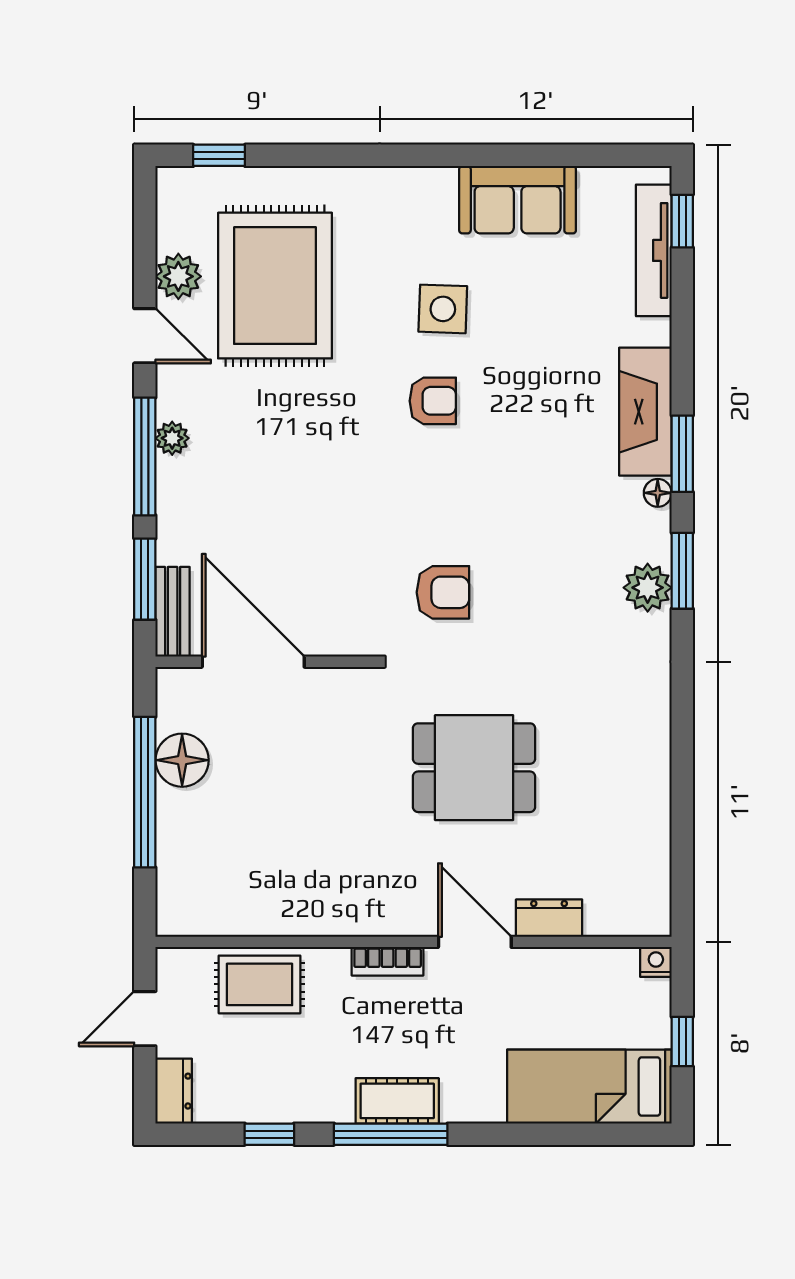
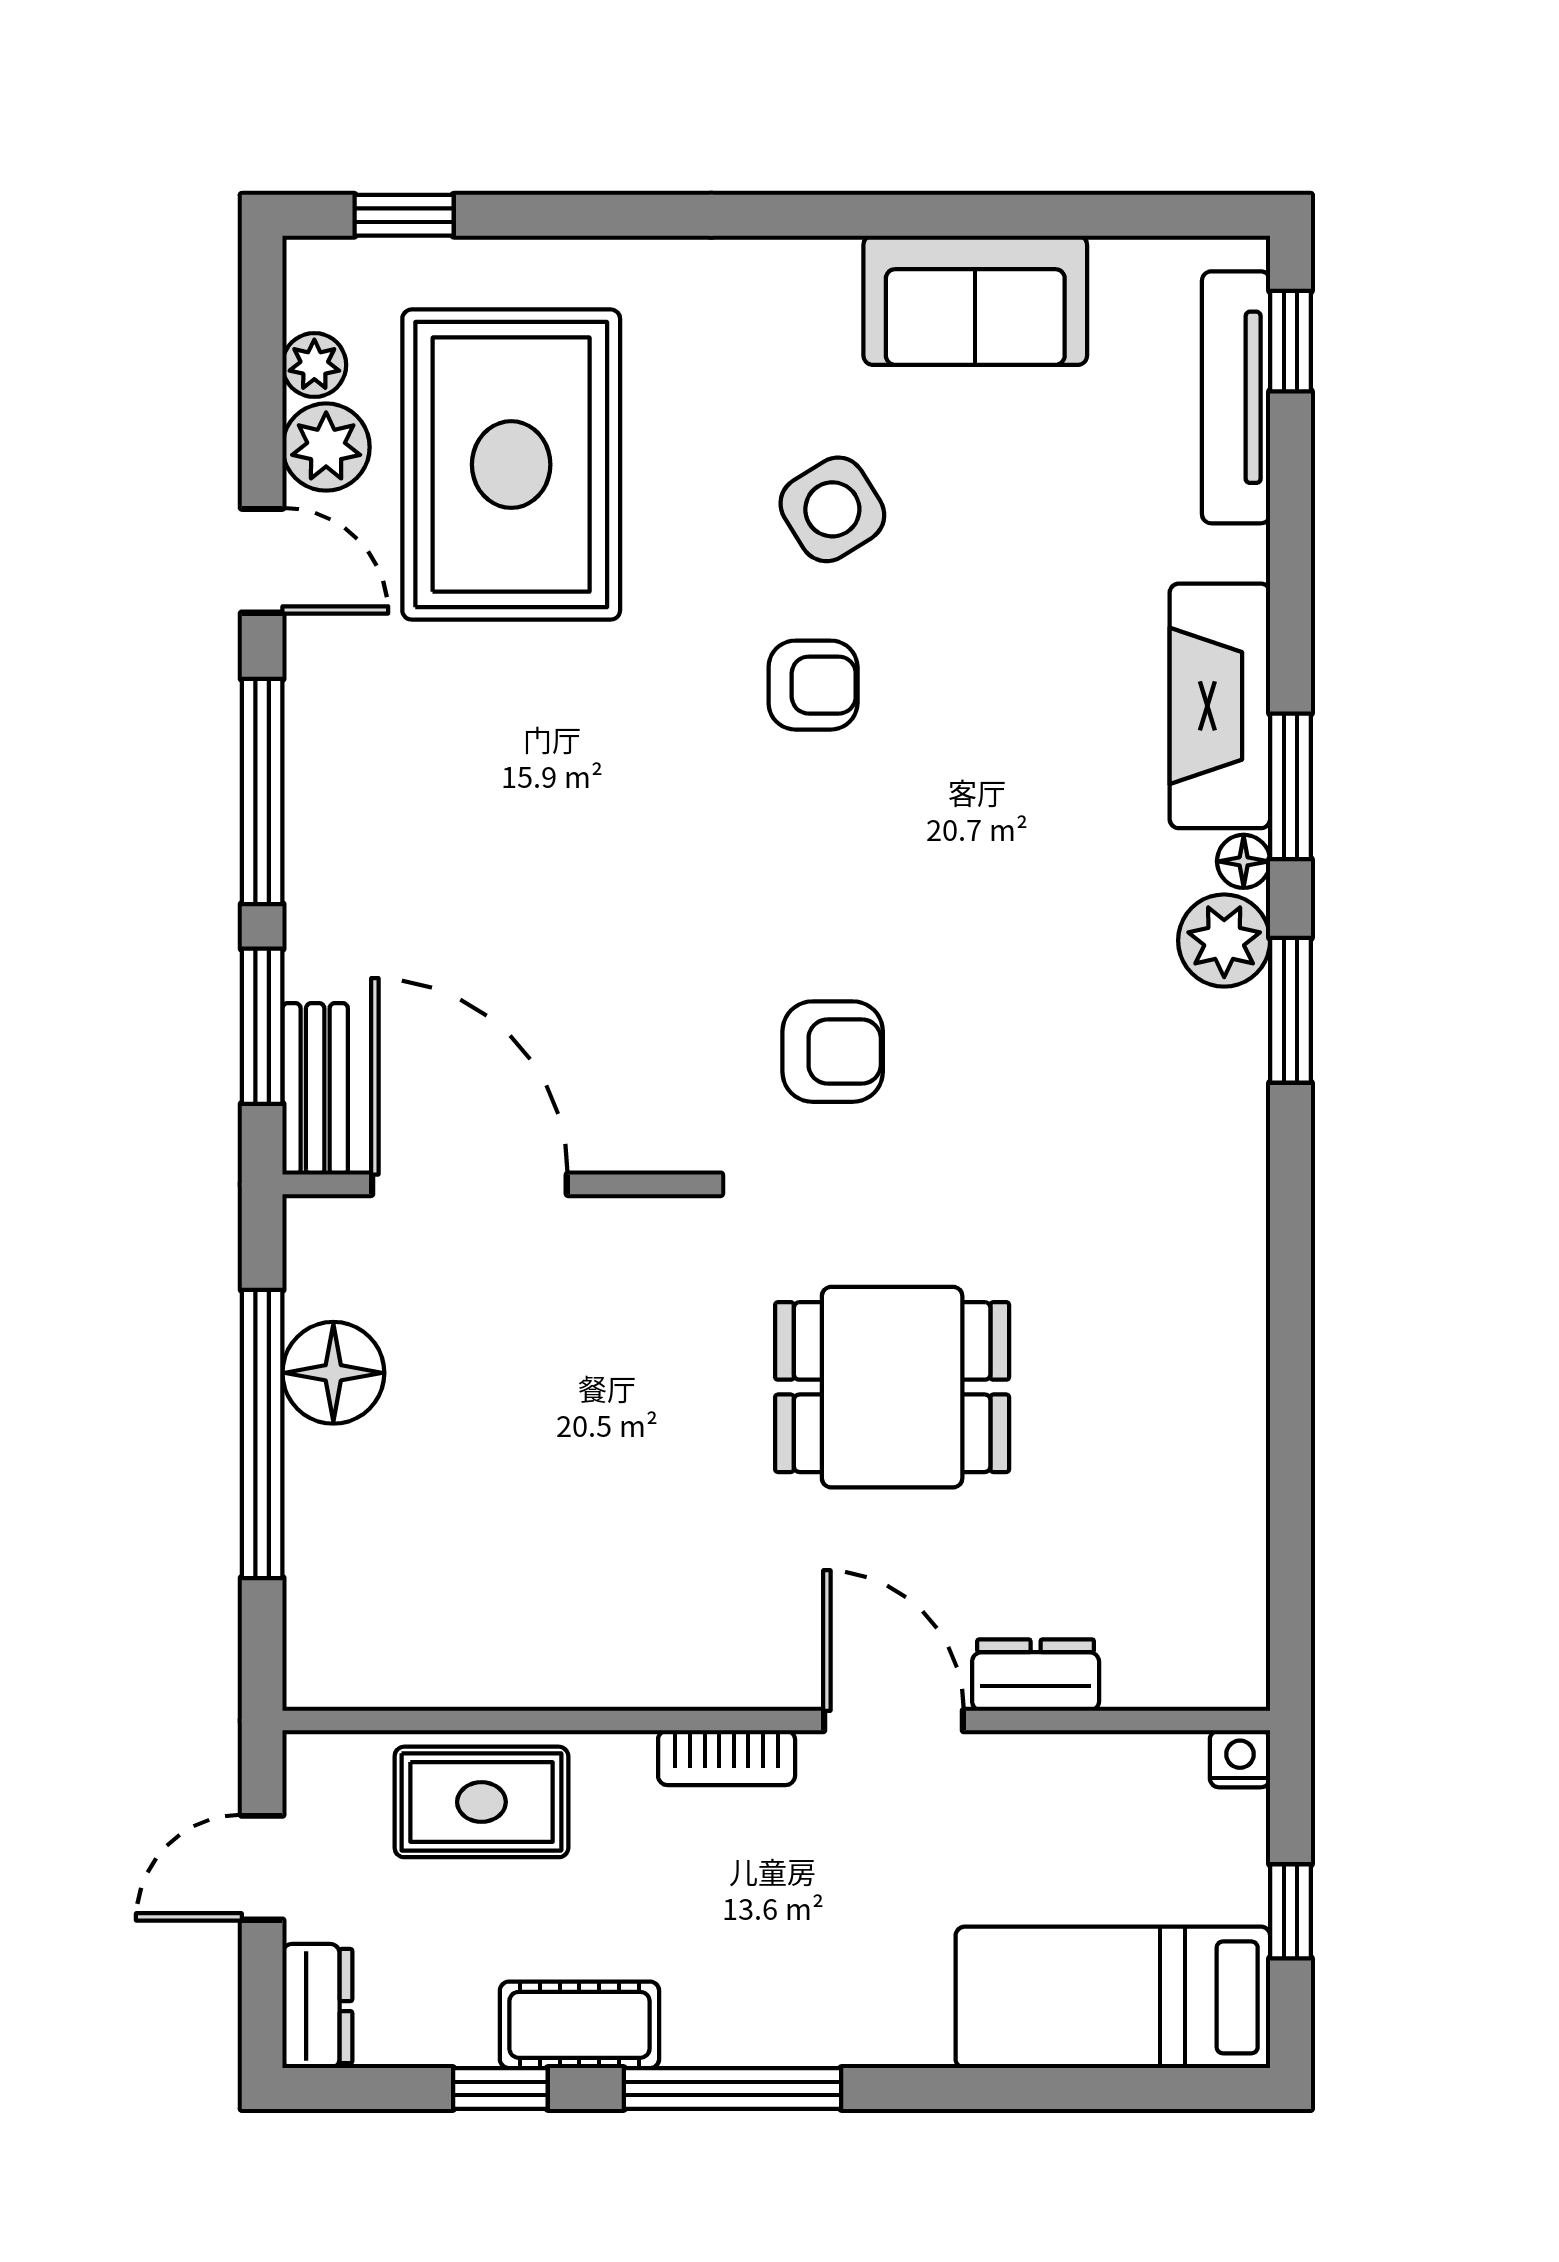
side table: (443, 309) -> (832, 509), turned -34
plant: (172, 438) -> (314, 365), moved
plant: (648, 588) -> (1224, 941), moved
cot: (397, 1101) -> (579, 2025), moved

